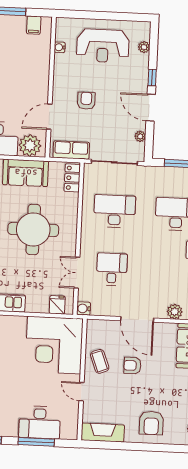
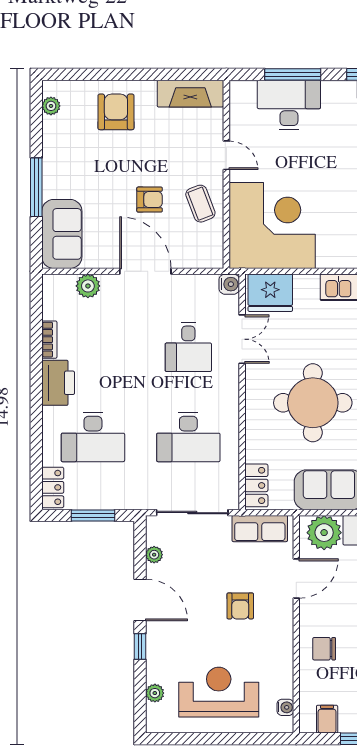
water cooler: (60, 47) -> (285, 707), moved
chair: (33, 71) -> (324, 649), added
fridge: (57, 305) -> (270, 293), width x1.88, depth x1.34

